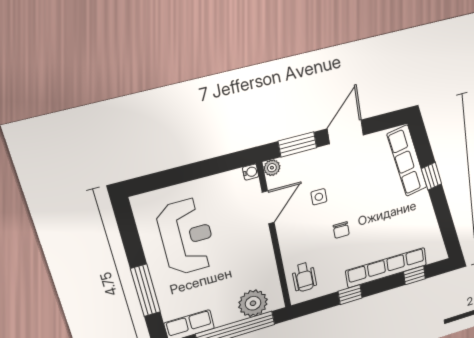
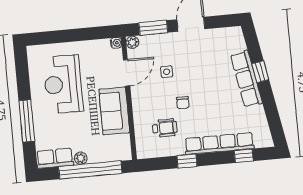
row of seats: (407, 161) -> (246, 79), moved
reception desk: (187, 237) -> (63, 84), turned 180
sofa: (258, 256) -> (114, 111), added
wheelchair: (304, 277) -> (165, 128), moved, turned -90
plant: (253, 303) -> (81, 158), moved, width x0.53, depth x0.53

